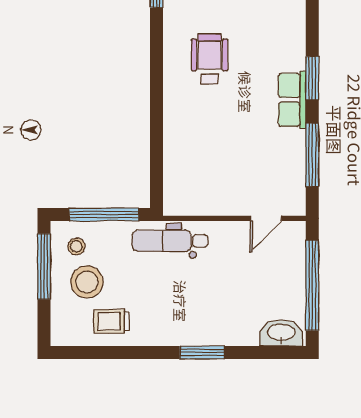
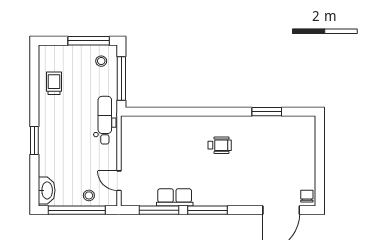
wheelchair: (210, 59) -> (220, 145), width x0.73, depth x0.73
window: (312, 78) -> (207, 210), width x1.44
row of seats: (292, 100) -> (175, 197), moved
stool: (87, 282) -> (89, 195), moved, width x0.53, depth x0.53

